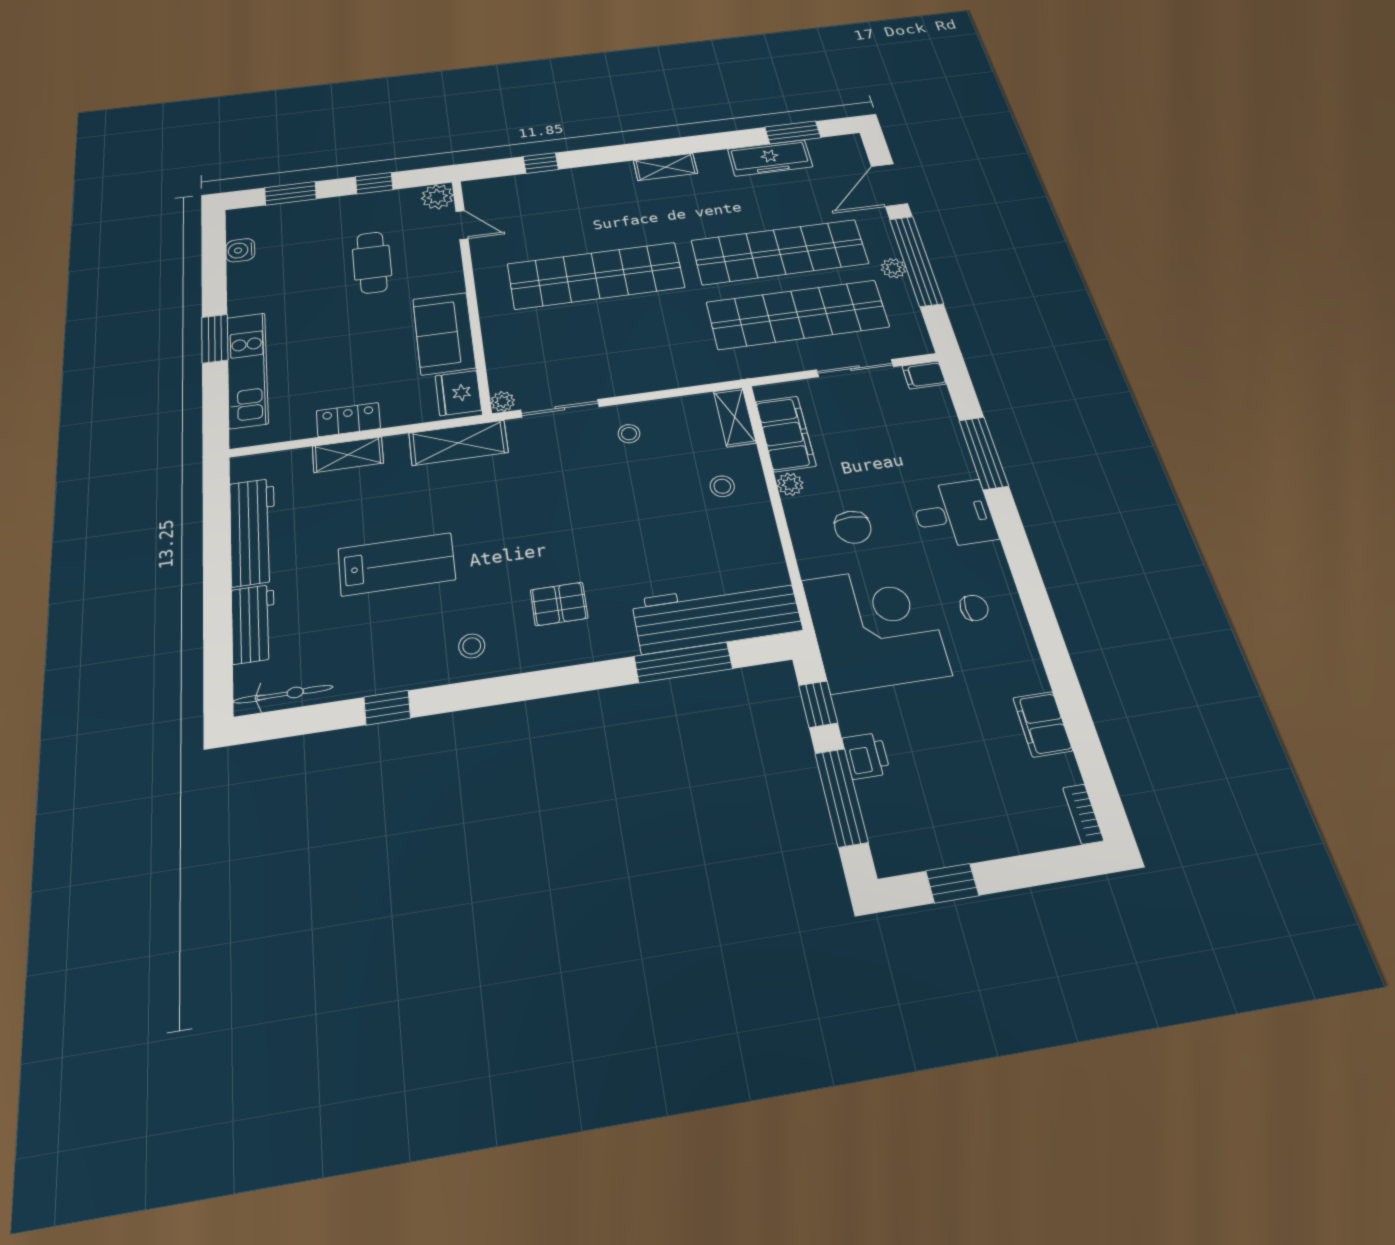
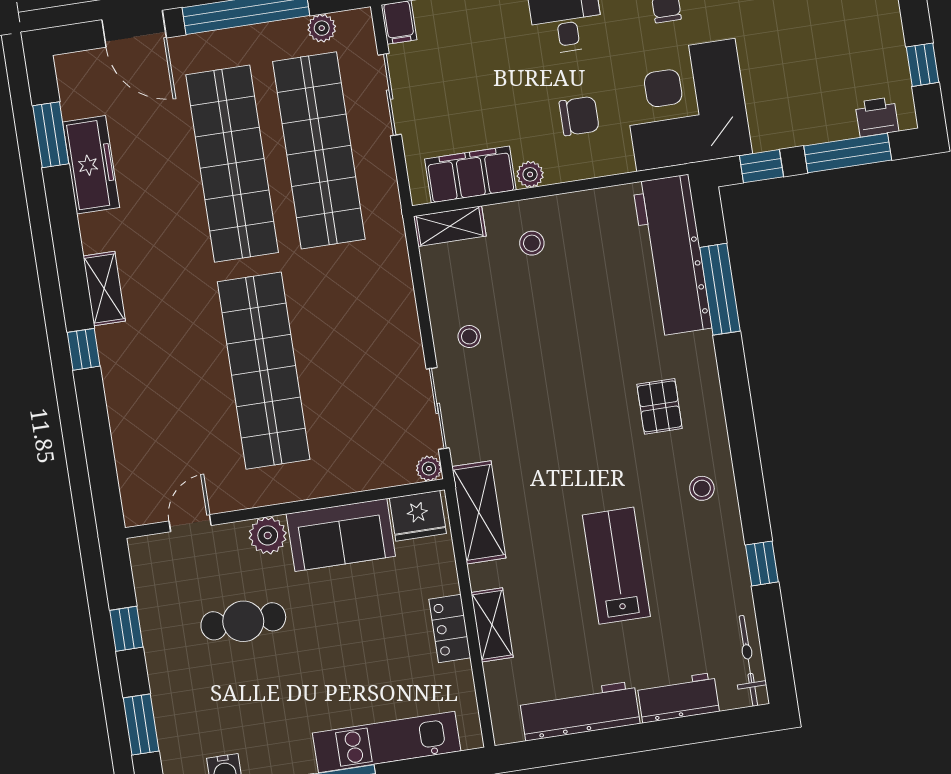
window: (541, 163) -> (84, 349), moved
plant: (437, 197) -> (268, 535), moved
plant: (893, 268) -> (322, 28), moved
printer: (866, 756) -> (877, 117), moved

